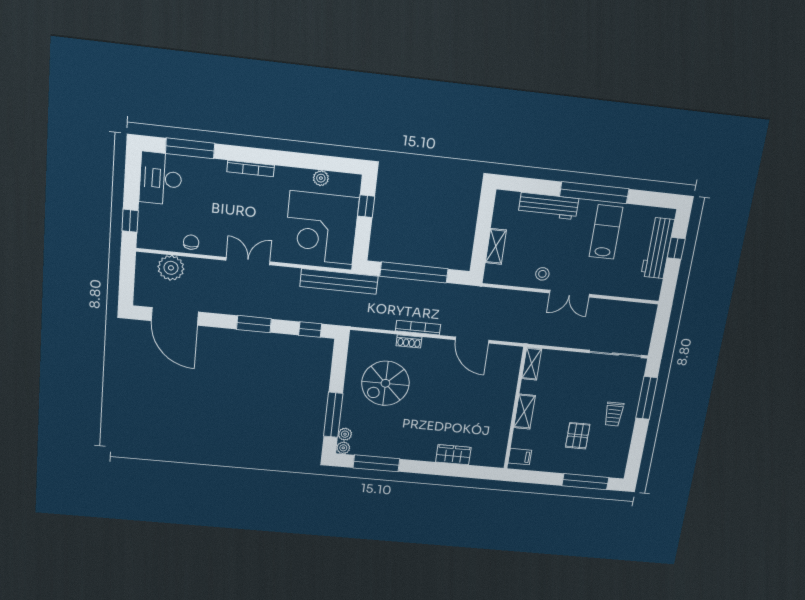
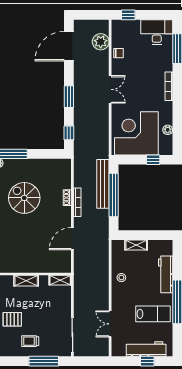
bench: (339, 281) -> (103, 184), moved
double door: (569, 294) -> (110, 324), moved
spiral stairs: (385, 383) -> (24, 198), moved

